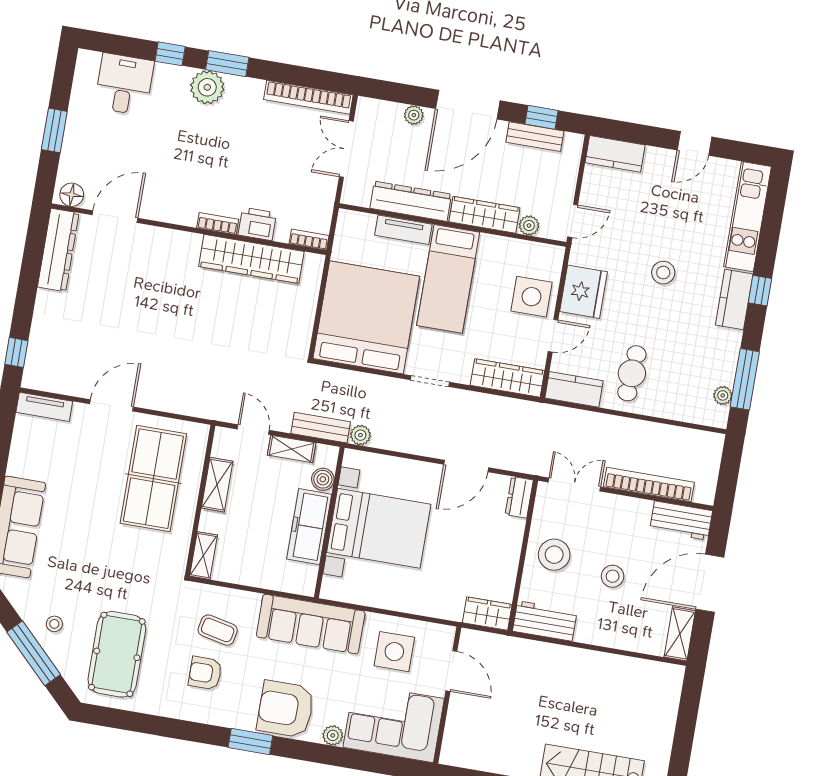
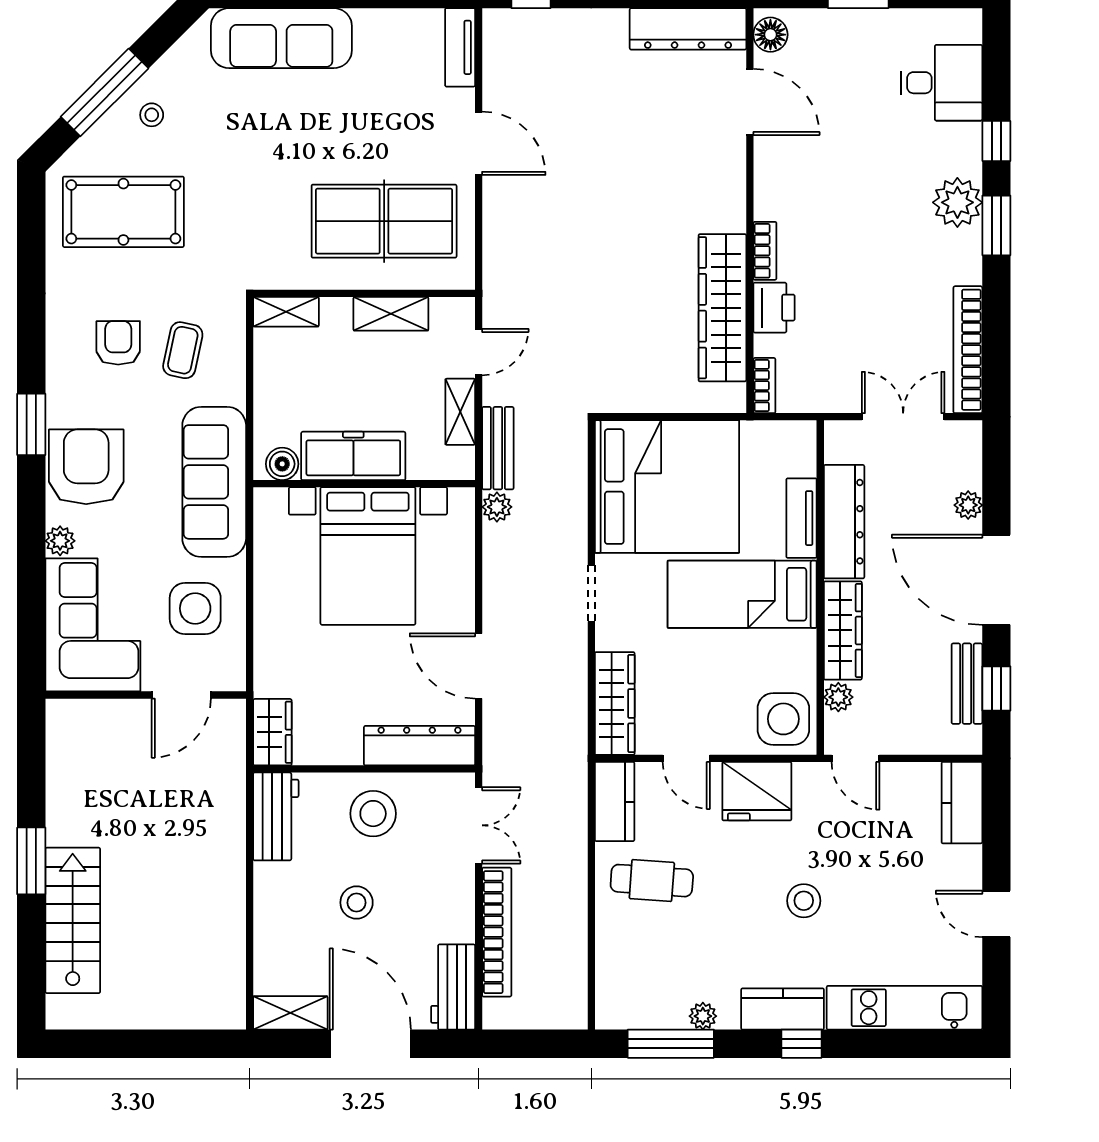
side table: (531, 297) -> (783, 719), moved
plant: (723, 395) -> (703, 1016), moved
boiler: (323, 479) -> (282, 464), moved
dresser: (519, 497) -> (419, 746), width x1.96, depth x1.24

